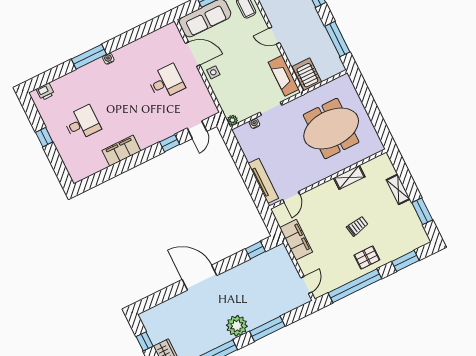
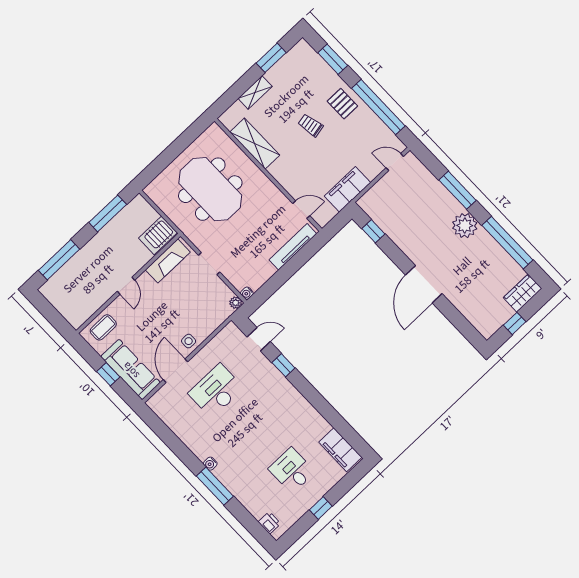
desk: (166, 82) -> (216, 391), width x1.37
water cooler: (254, 123) -> (247, 293), moved
filing cabinet: (121, 151) -> (340, 450), moved
shelving: (349, 177) -> (255, 144), width x1.50, depth x1.33

